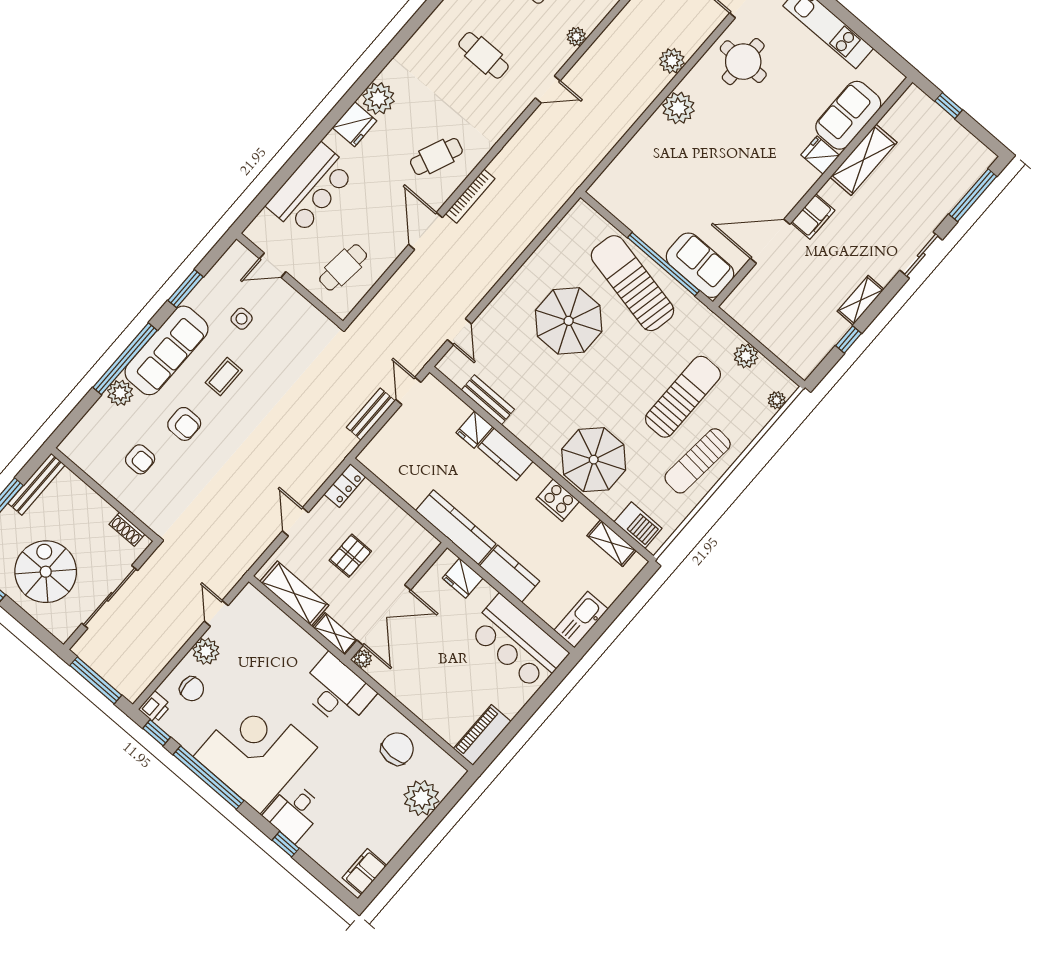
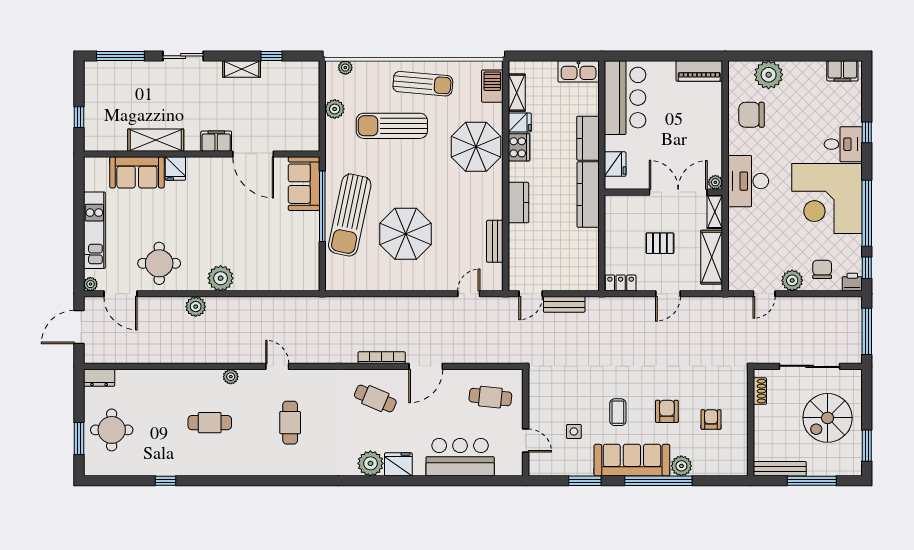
coffee table: (224, 377) -> (618, 412), turned 90
fridge: (474, 430) -> (520, 123), moved

